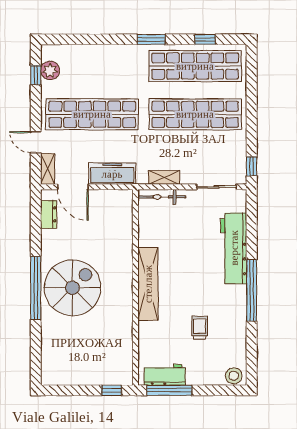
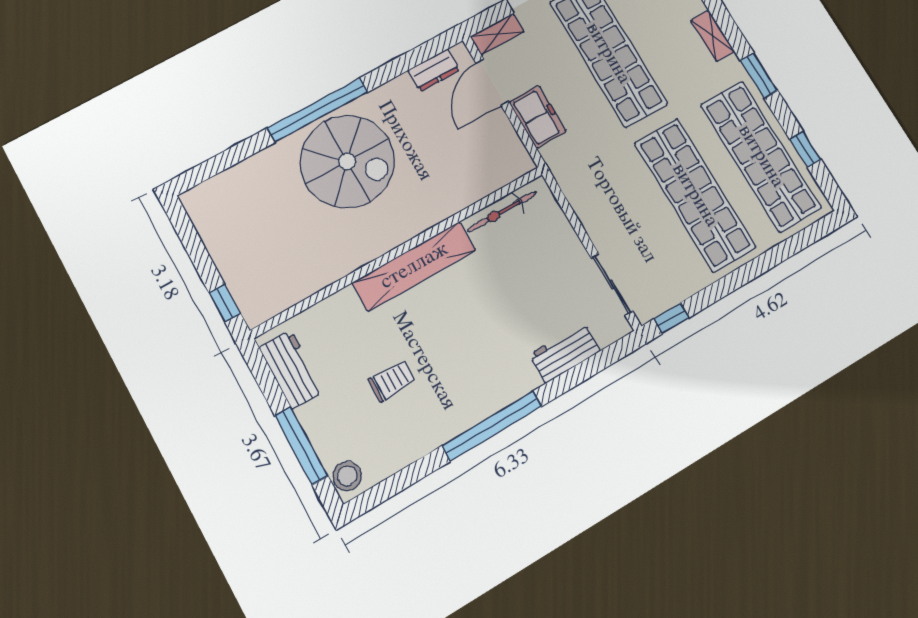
freezer: (112, 174) -> (538, 117), width x0.71
shelving: (164, 177) -> (713, 36), moved
bicycle: (162, 197) -> (502, 212), moved, turned -90
workbench: (234, 248) -> (565, 353), width x0.53, depth x0.76
window: (169, 390) -> (301, 446), moved

